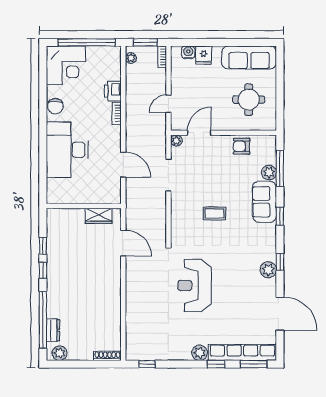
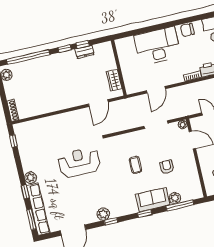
armchair: (242, 146) -> (167, 167), moved
dresser: (53, 330) -> (85, 52), moved

